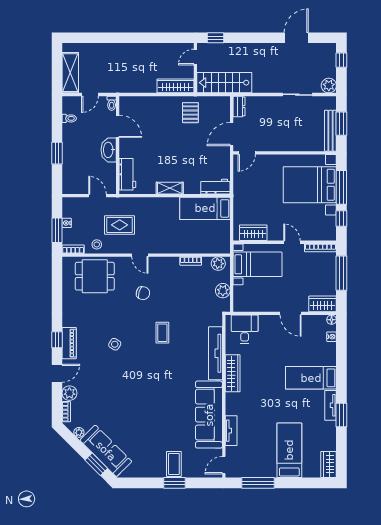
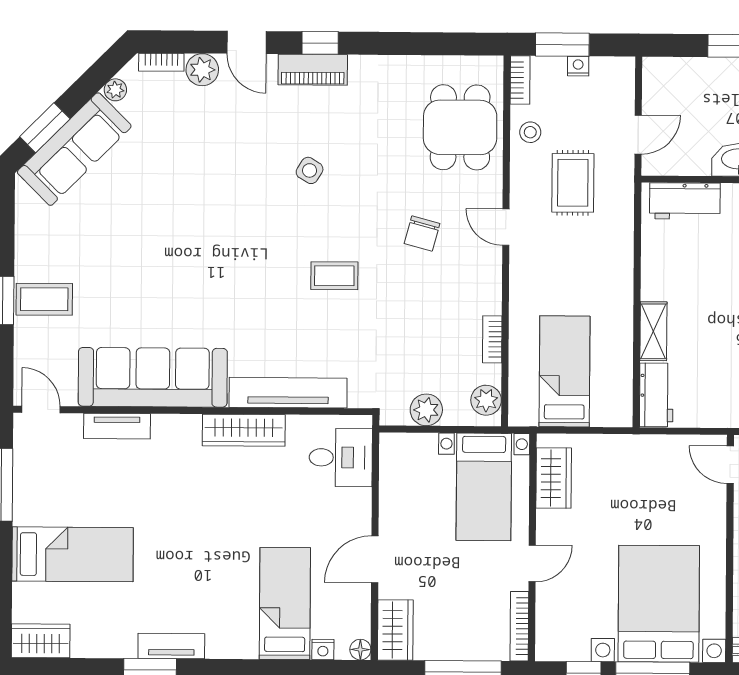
shelving: (170, 188) -> (653, 331), moved
bed: (205, 208) -> (565, 371), moved
door: (140, 255) -> (506, 227), hinge flipped
bed: (311, 378) -> (285, 604), moved

